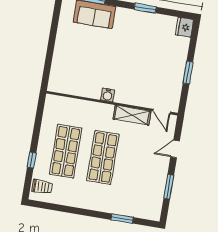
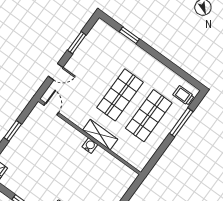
shelving: (132, 115) -> (100, 135), moved
window: (32, 160) -> (181, 122), width x2.17

